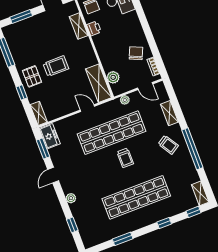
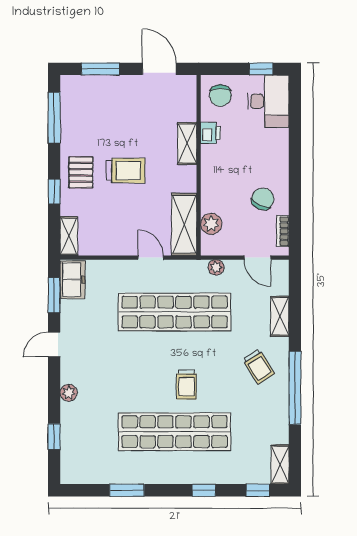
shelving: (79, 26) -> (187, 143), moved
trolley: (125, 158) -> (186, 384), moved

